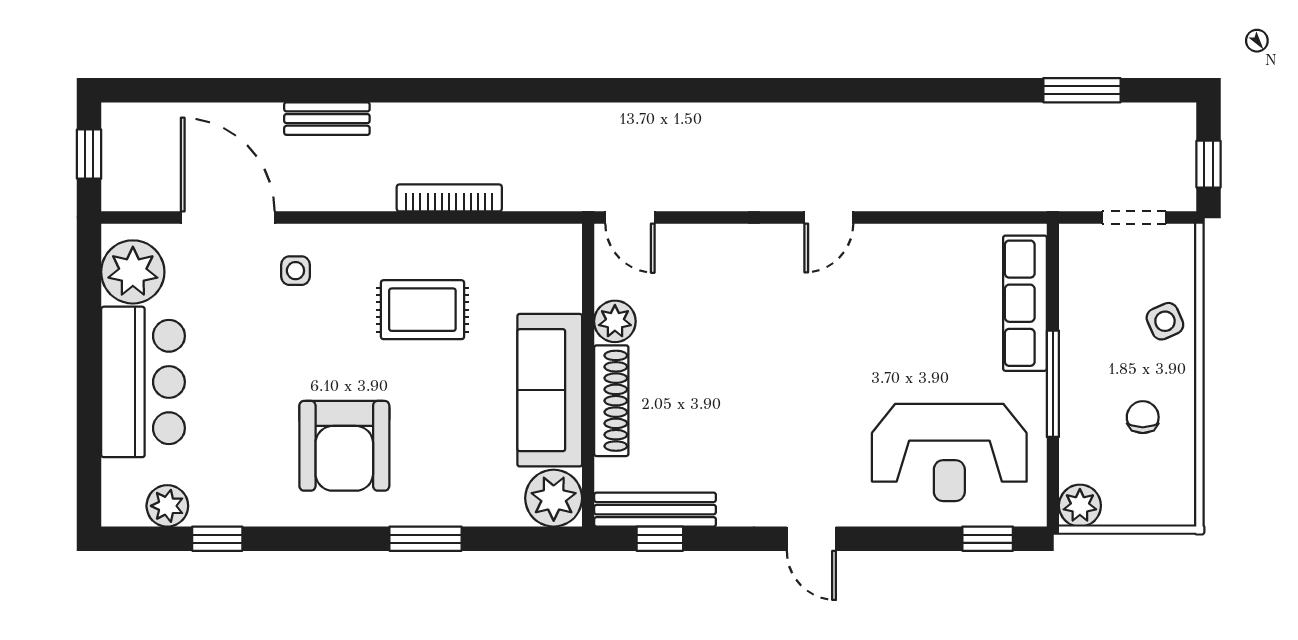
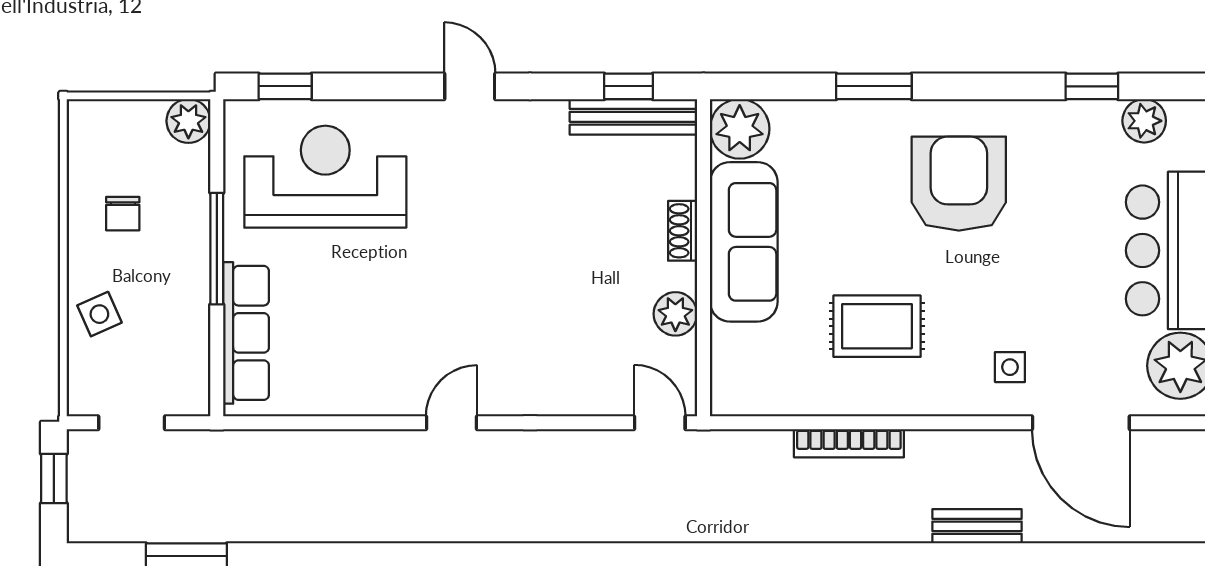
shoe rack: (611, 401) -> (683, 231), width x0.51, depth x0.81

